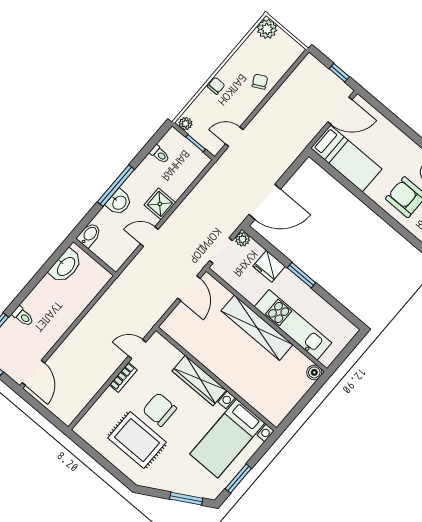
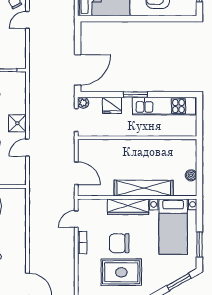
door: (234, 137) -> (27, 20), moved
door: (189, 288) -> (76, 173), moved
kitchen unit: (293, 325) -> (164, 106), moved, turned 180
shelving: (257, 328) -> (144, 188), moved
boiler: (314, 372) -> (191, 175), moved

